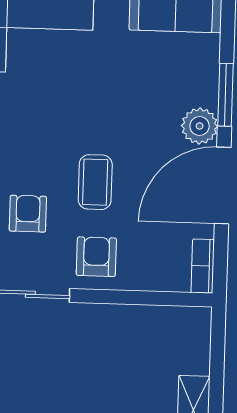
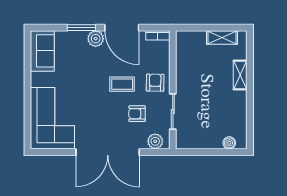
armchair: (96, 257) -> (155, 83), turned 91

